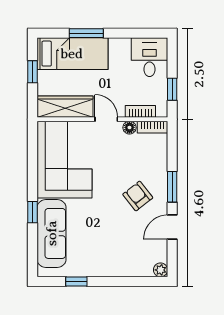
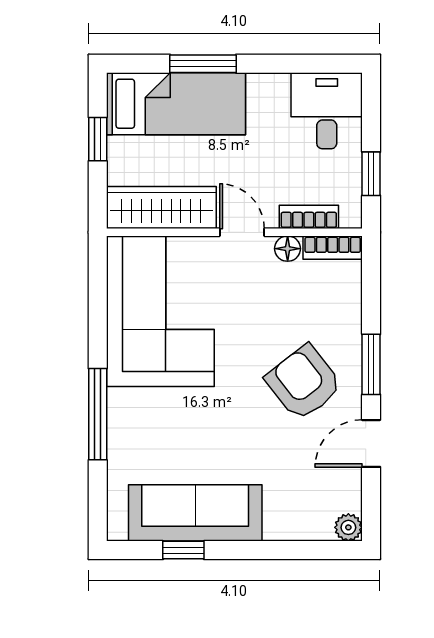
armchair: (138, 196) -> (304, 383), width x1.38, depth x1.38
window: (33, 212) -> (98, 414), width x2.17
sofa: (52, 233) -> (195, 513), moved, turned -90

